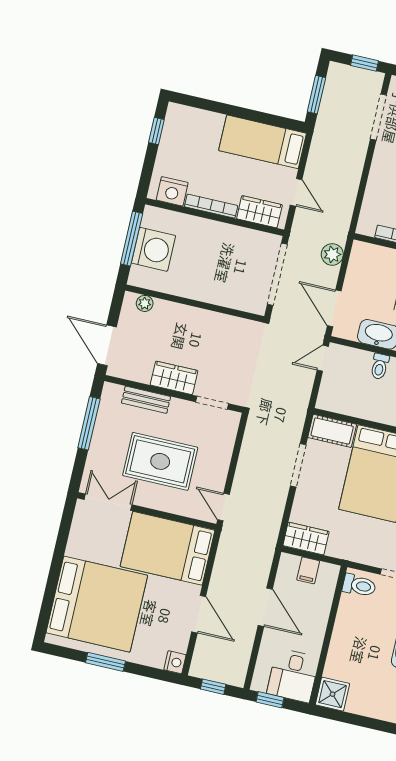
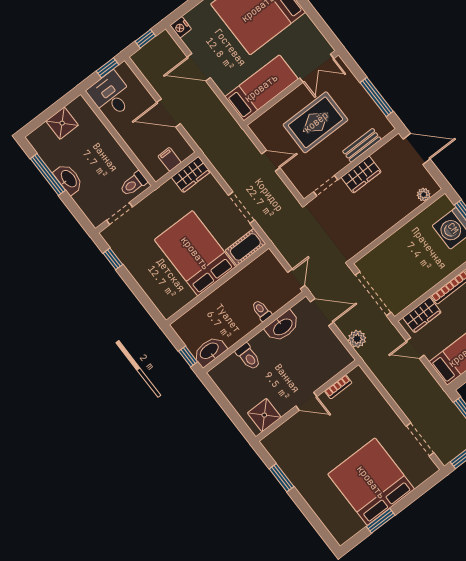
door: (223, 507) -> (271, 161), moved
bed: (167, 548) -> (261, 88), width x0.67
shower: (333, 694) -> (62, 123), moved

